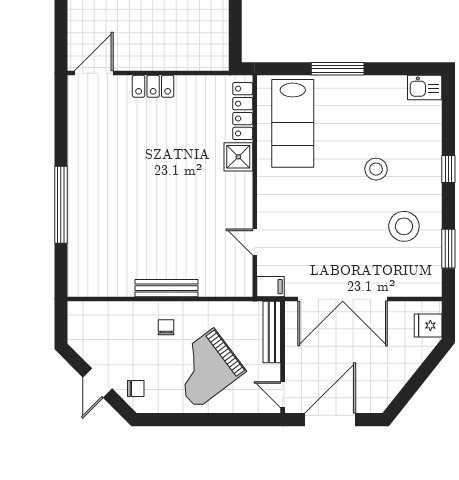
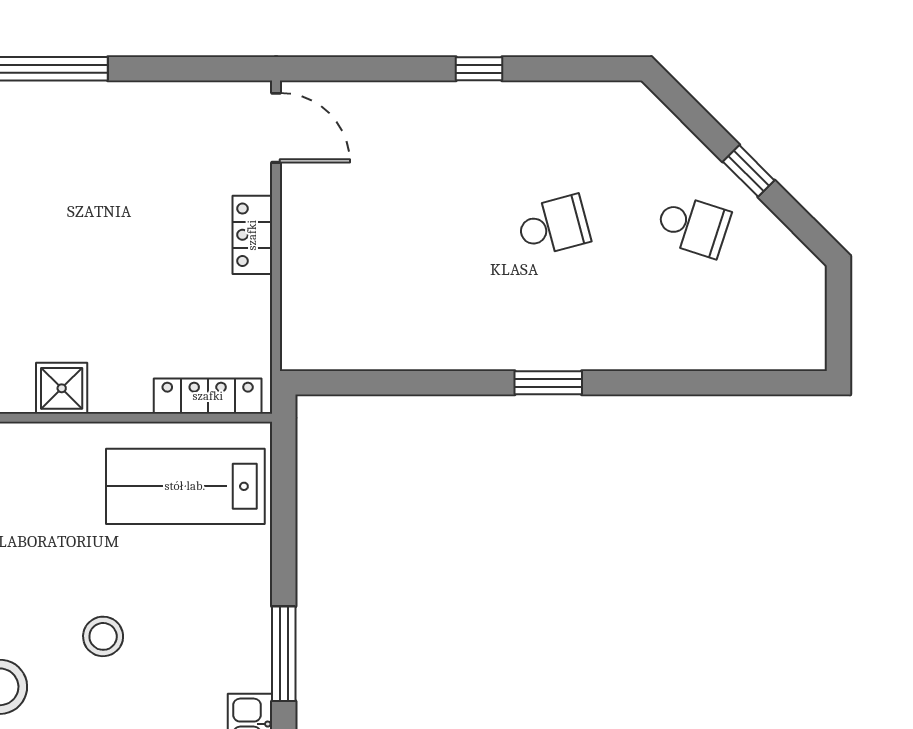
window: (338, 69) -> (284, 654), moved
shower: (238, 157) -> (62, 388), moved

